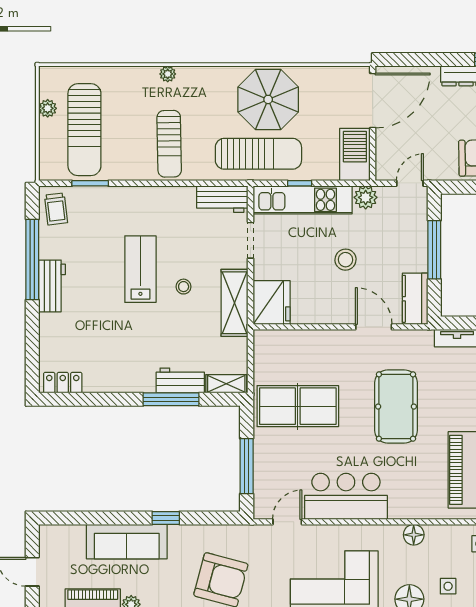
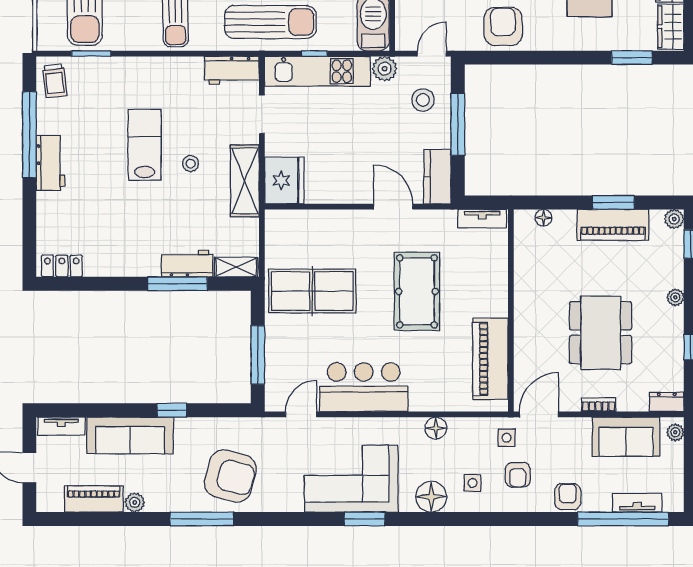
stool: (346, 260) -> (423, 100), moved
tv unit: (62, 533) -> (61, 426), added

